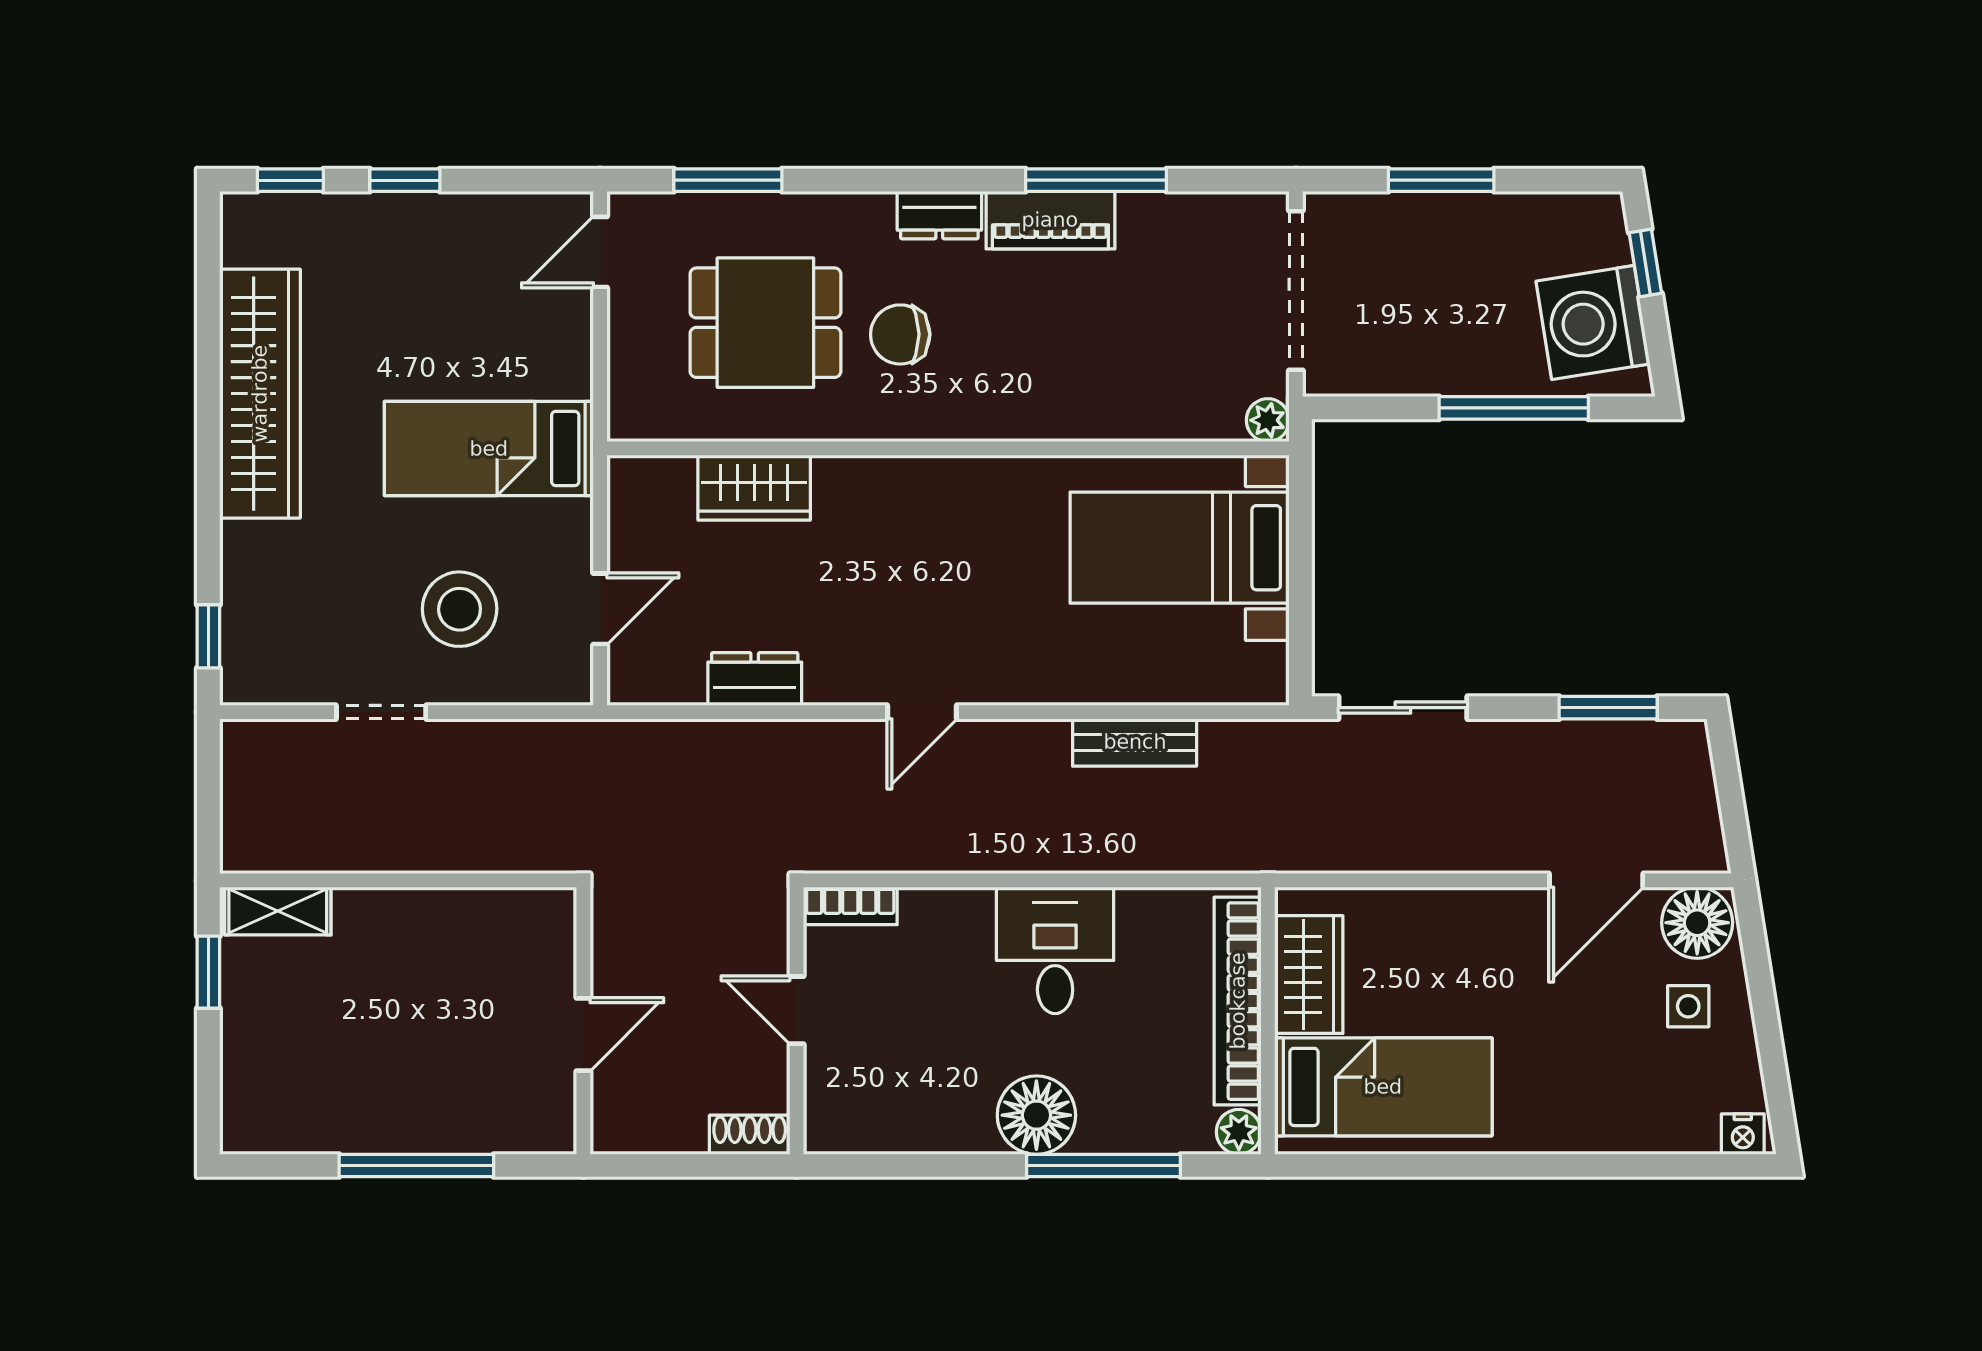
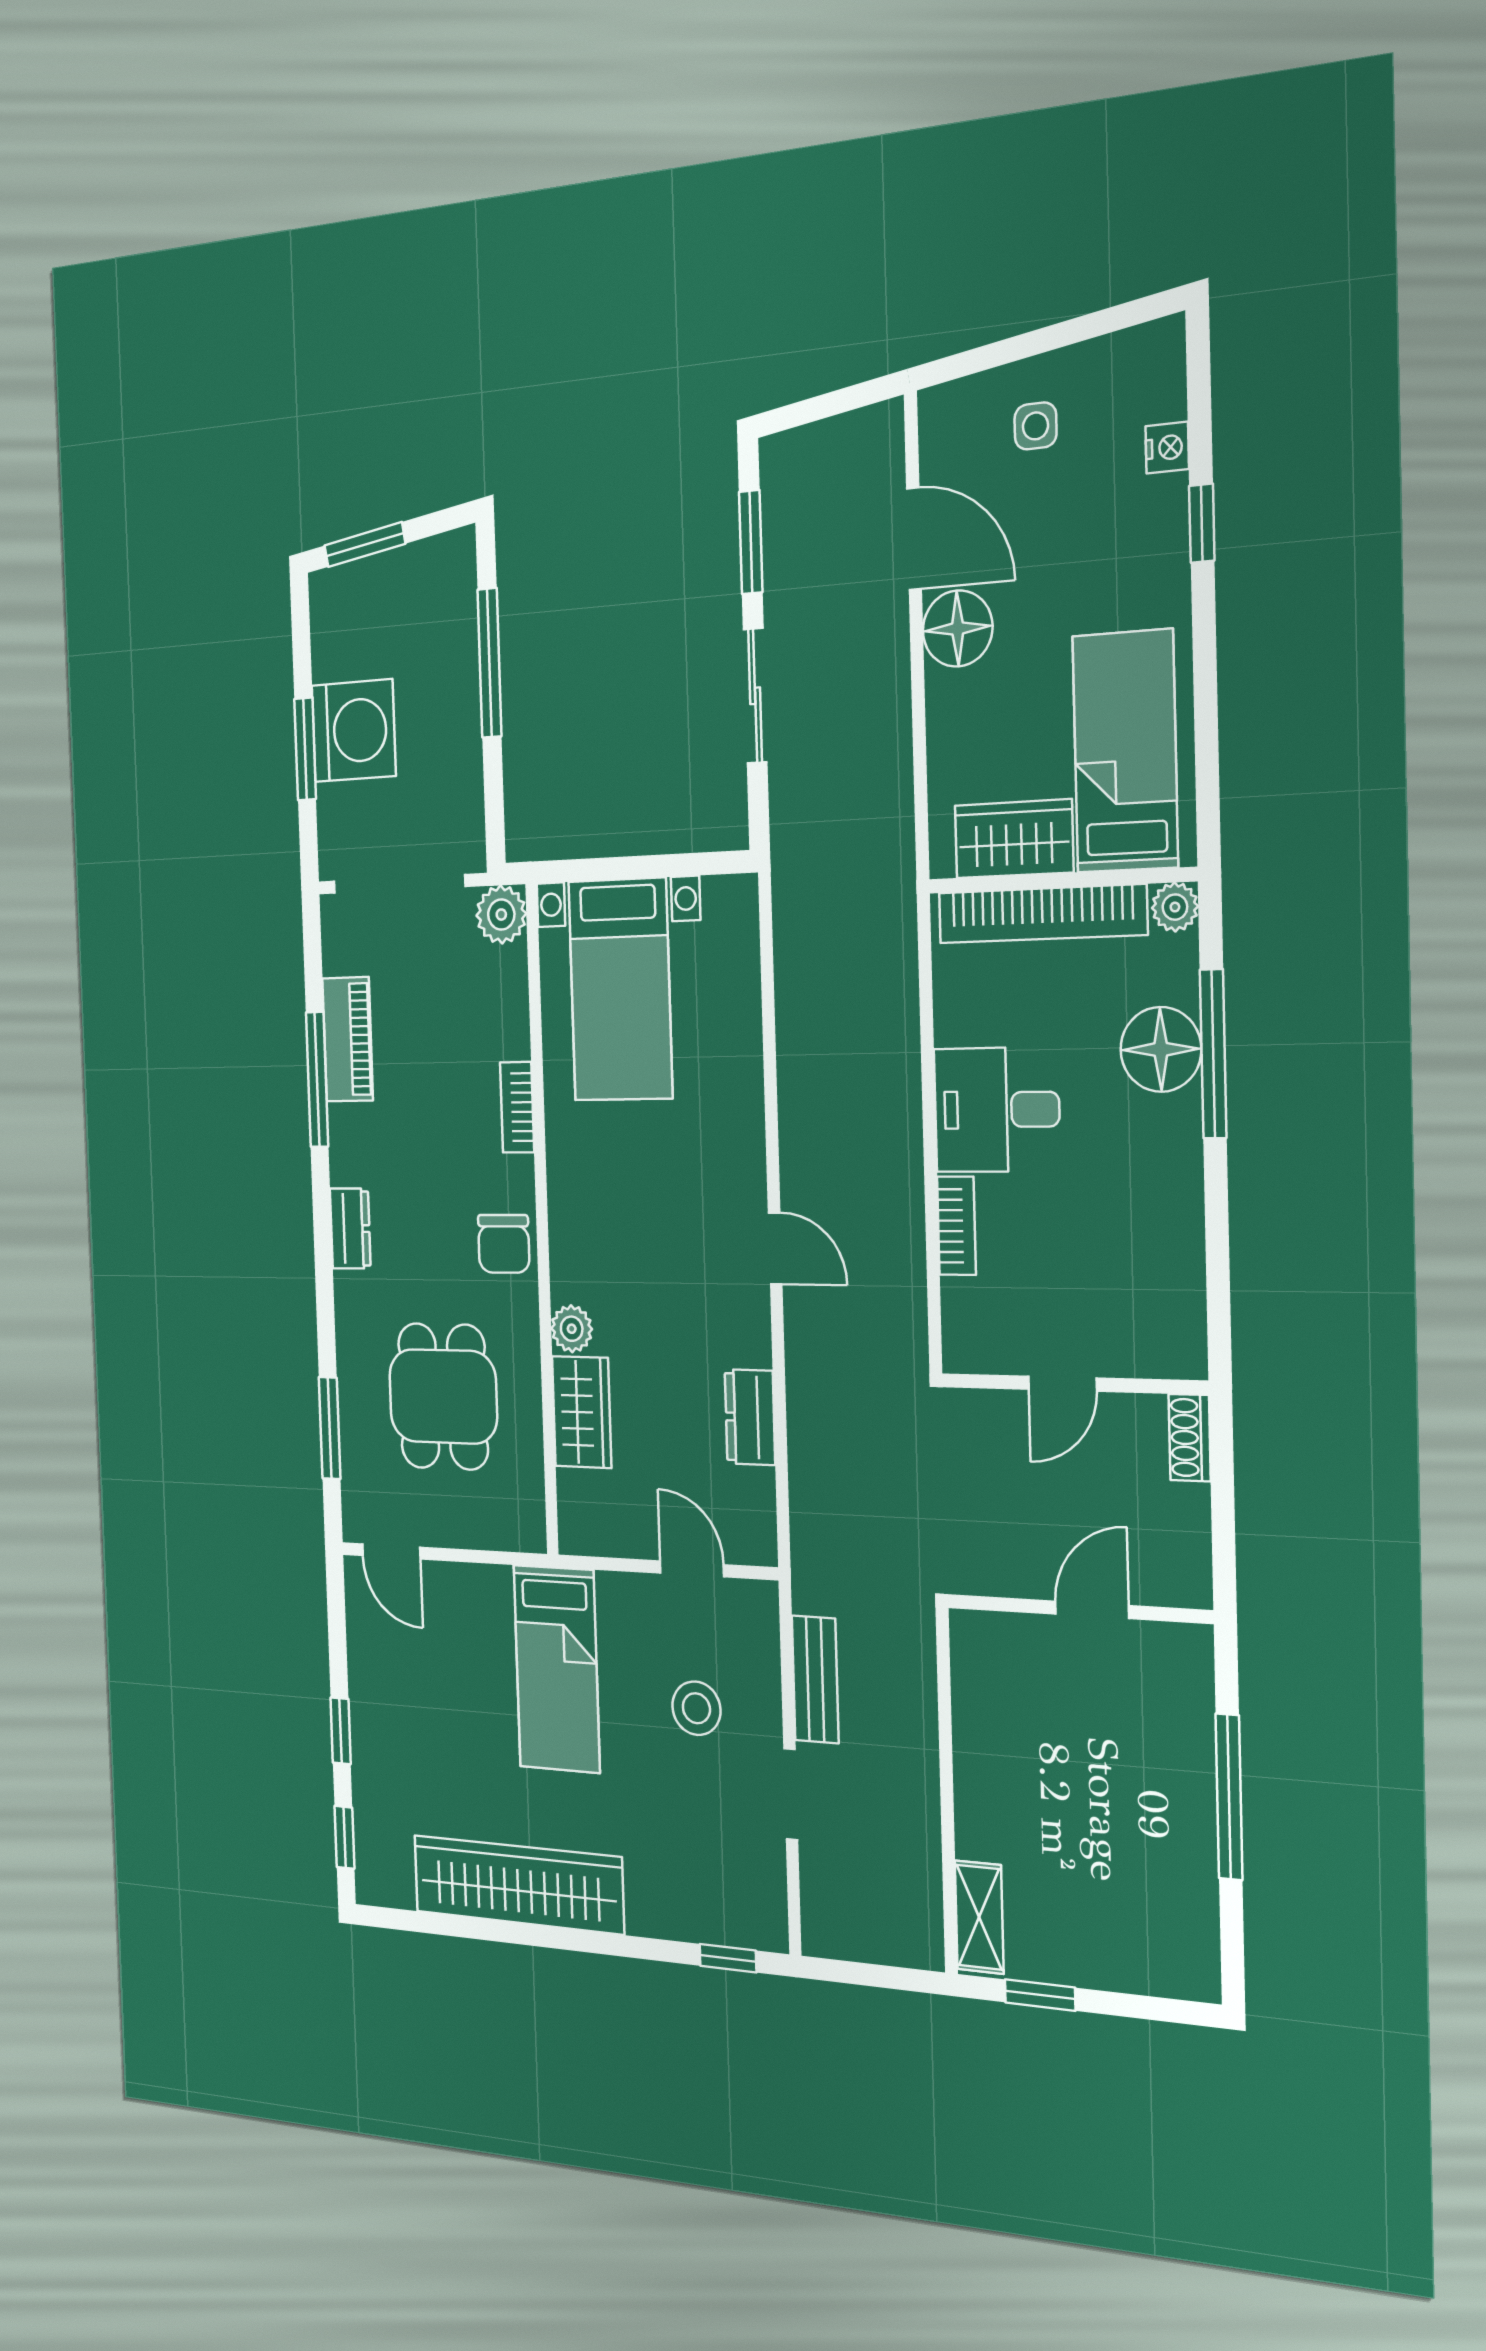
piano: (1050, 220) -> (348, 1039), moved
window: (1645, 263) -> (365, 545), width x1.50
washing machine: (1593, 323) -> (354, 731), moved, turned -81
chair: (900, 334) -> (504, 1244), moved
plant: (1268, 420) -> (501, 915), width x1.38, depth x1.38
bookcase: (1064, 423) -> (517, 1107), added
plant: (839, 479) -> (572, 1329), added
stool: (460, 609) -> (696, 1708), width x0.73, depth x0.73
sliding door: (1403, 708) -> (755, 696), moved
bench: (1135, 742) -> (815, 1679), moved
bookcase: (850, 906) -> (957, 1226), moved
floor lamp: (1697, 923) -> (958, 628), moved
door: (583, 1034) -> (1092, 1610), hinge flipped
floor lamp: (1036, 1115) -> (1161, 1049), moved
nightstand: (1743, 1134) -> (1167, 448), moved
window: (1584, 1166) -> (1202, 523), added

